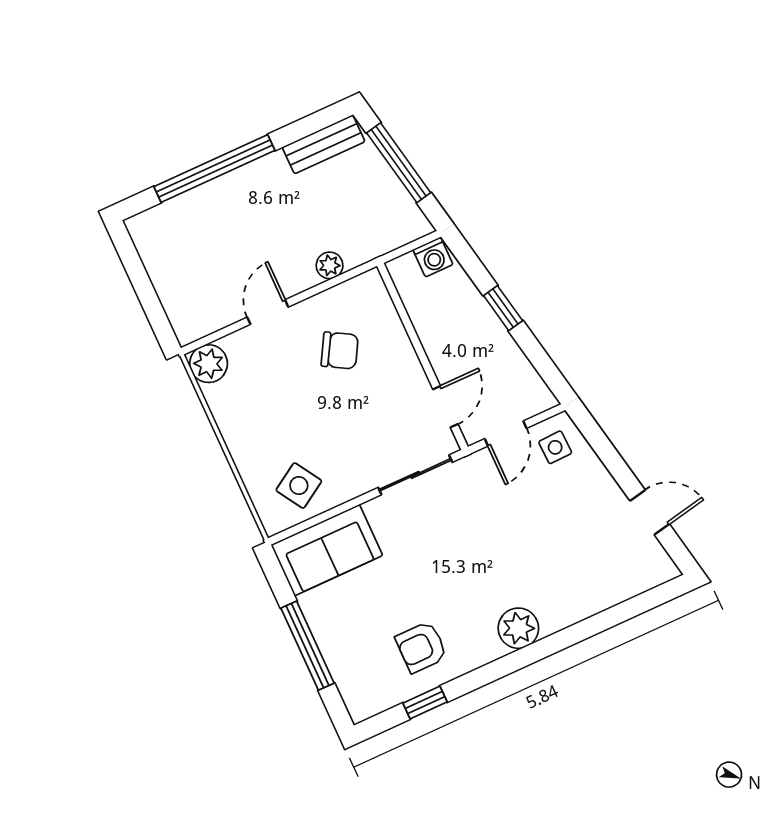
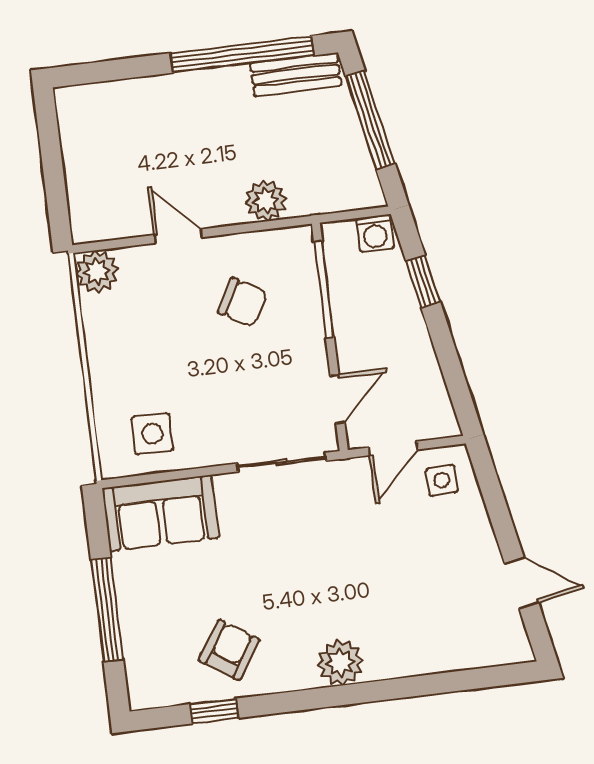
window: (214, 169) -> (242, 54), moved
plant: (330, 265) -> (266, 201), width x1.38, depth x1.38
window: (503, 308) -> (423, 281), moved
door: (268, 312) -> (178, 236), hinge flipped
window: (405, 318) -> (324, 289), added
side table: (299, 485) -> (152, 434), turned 32
armchair: (421, 647) -> (229, 650), turned 123

